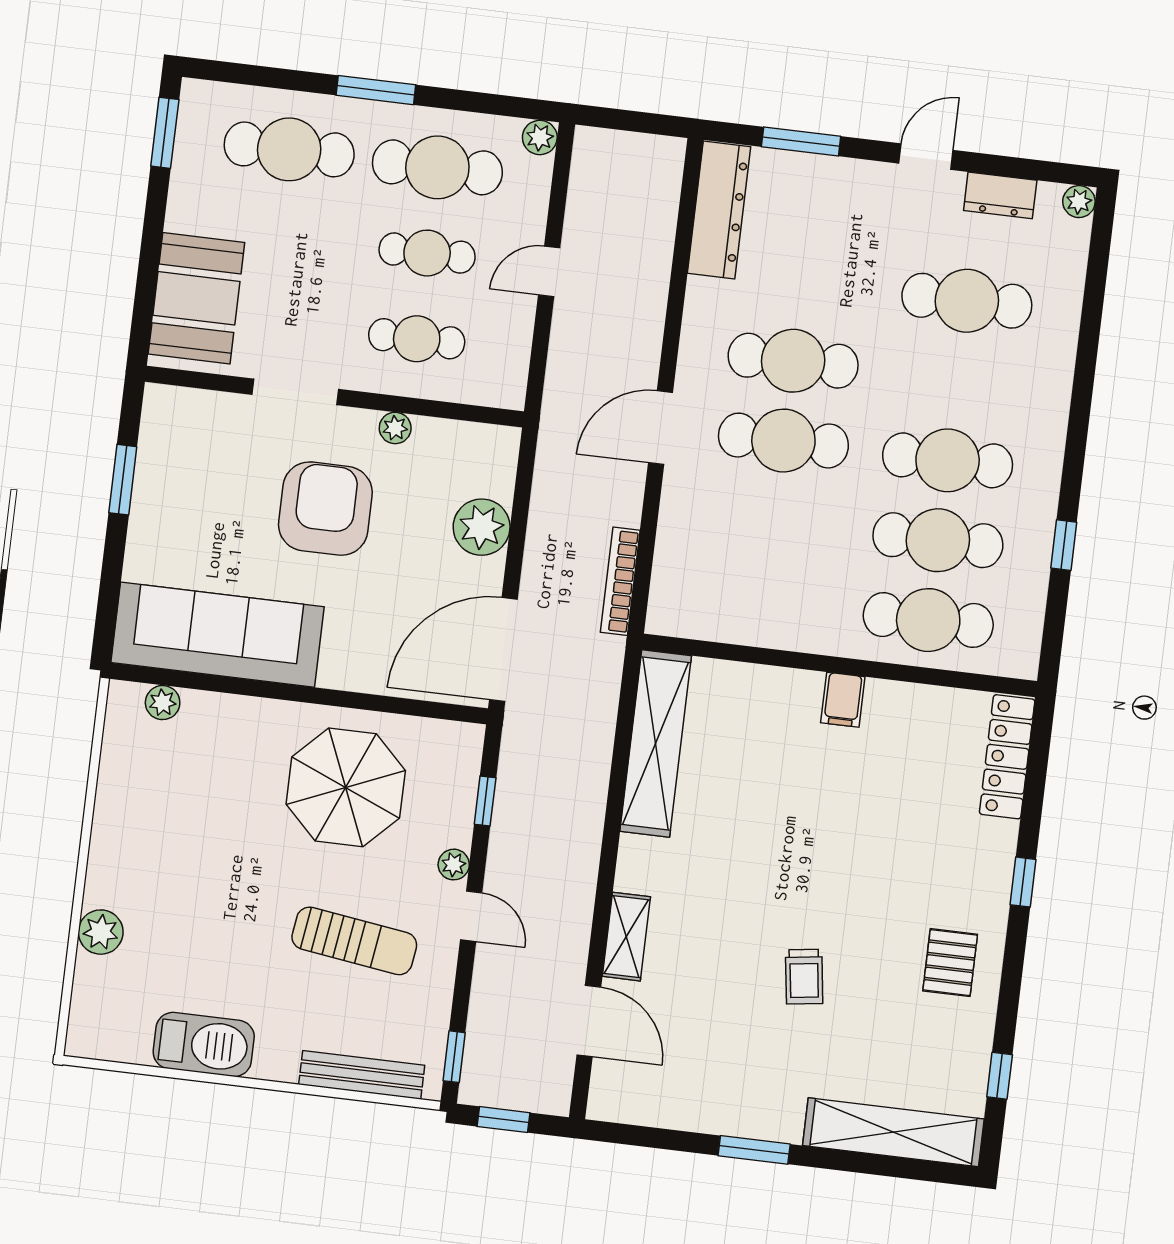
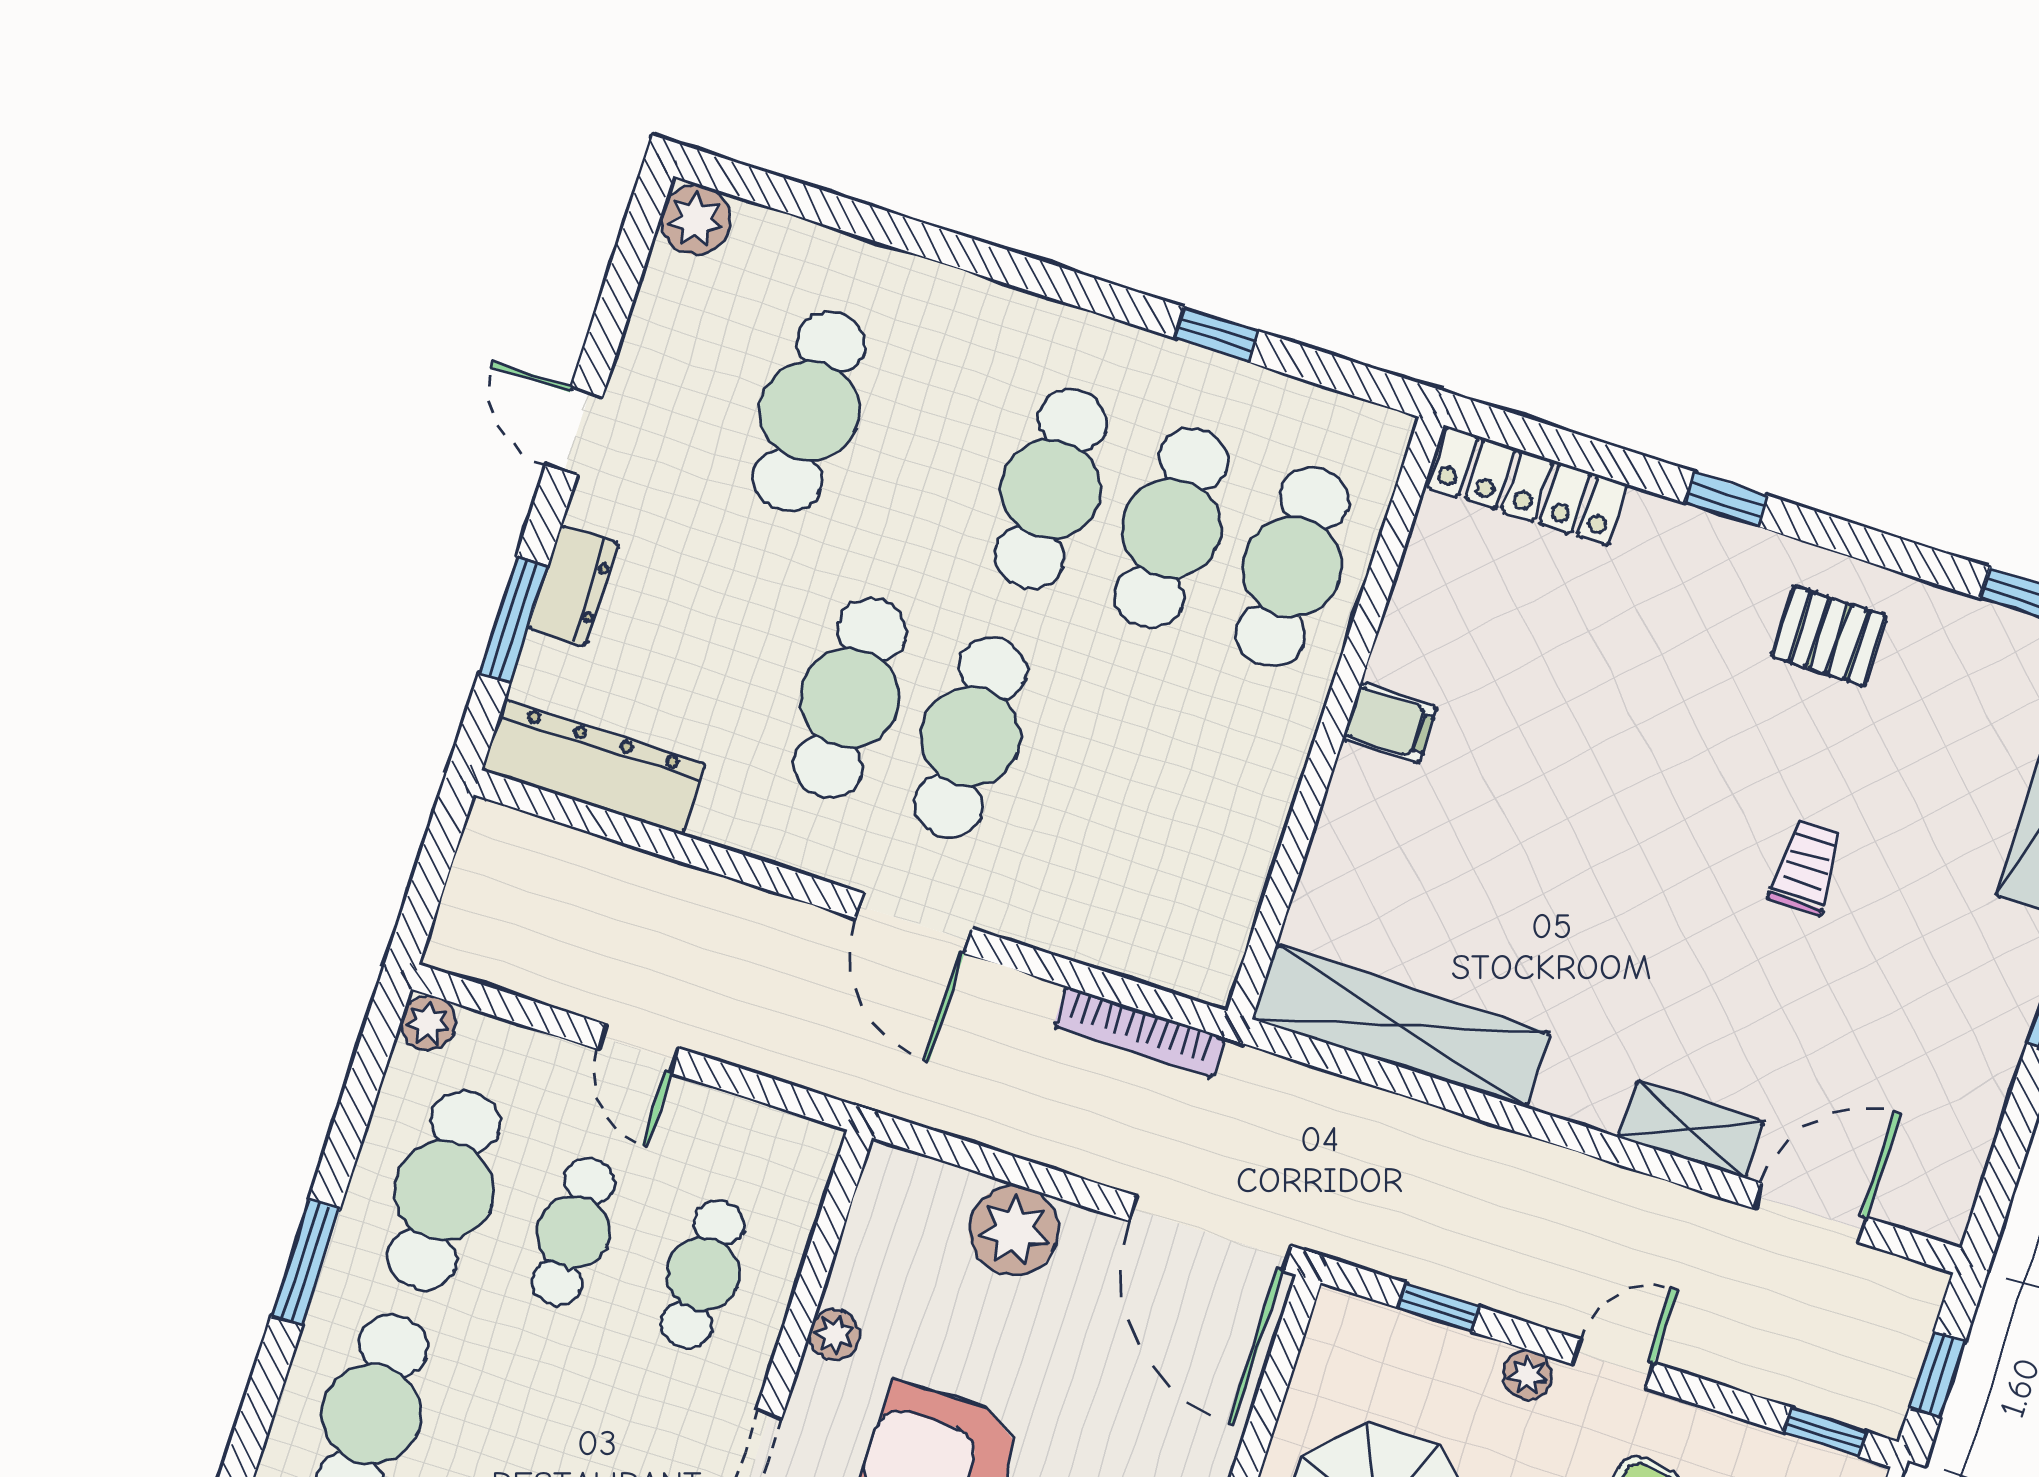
dresser: (1000, 195) -> (573, 586), moved
plant: (1079, 202) -> (696, 220), width x1.38, depth x1.38
trolley: (804, 977) -> (1807, 866), turned -82

